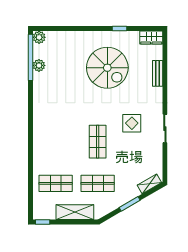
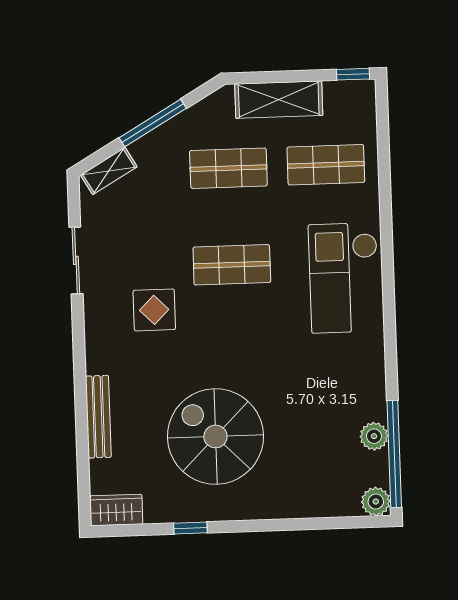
bench: (158, 73) -> (98, 417), width x1.36
sliding door: (165, 129) -> (76, 260), moved
checkout: (50, 134) -> (344, 278), added
shop shelf: (98, 142) -> (232, 265), turned 90
window: (130, 204) -> (153, 123), width x1.44

